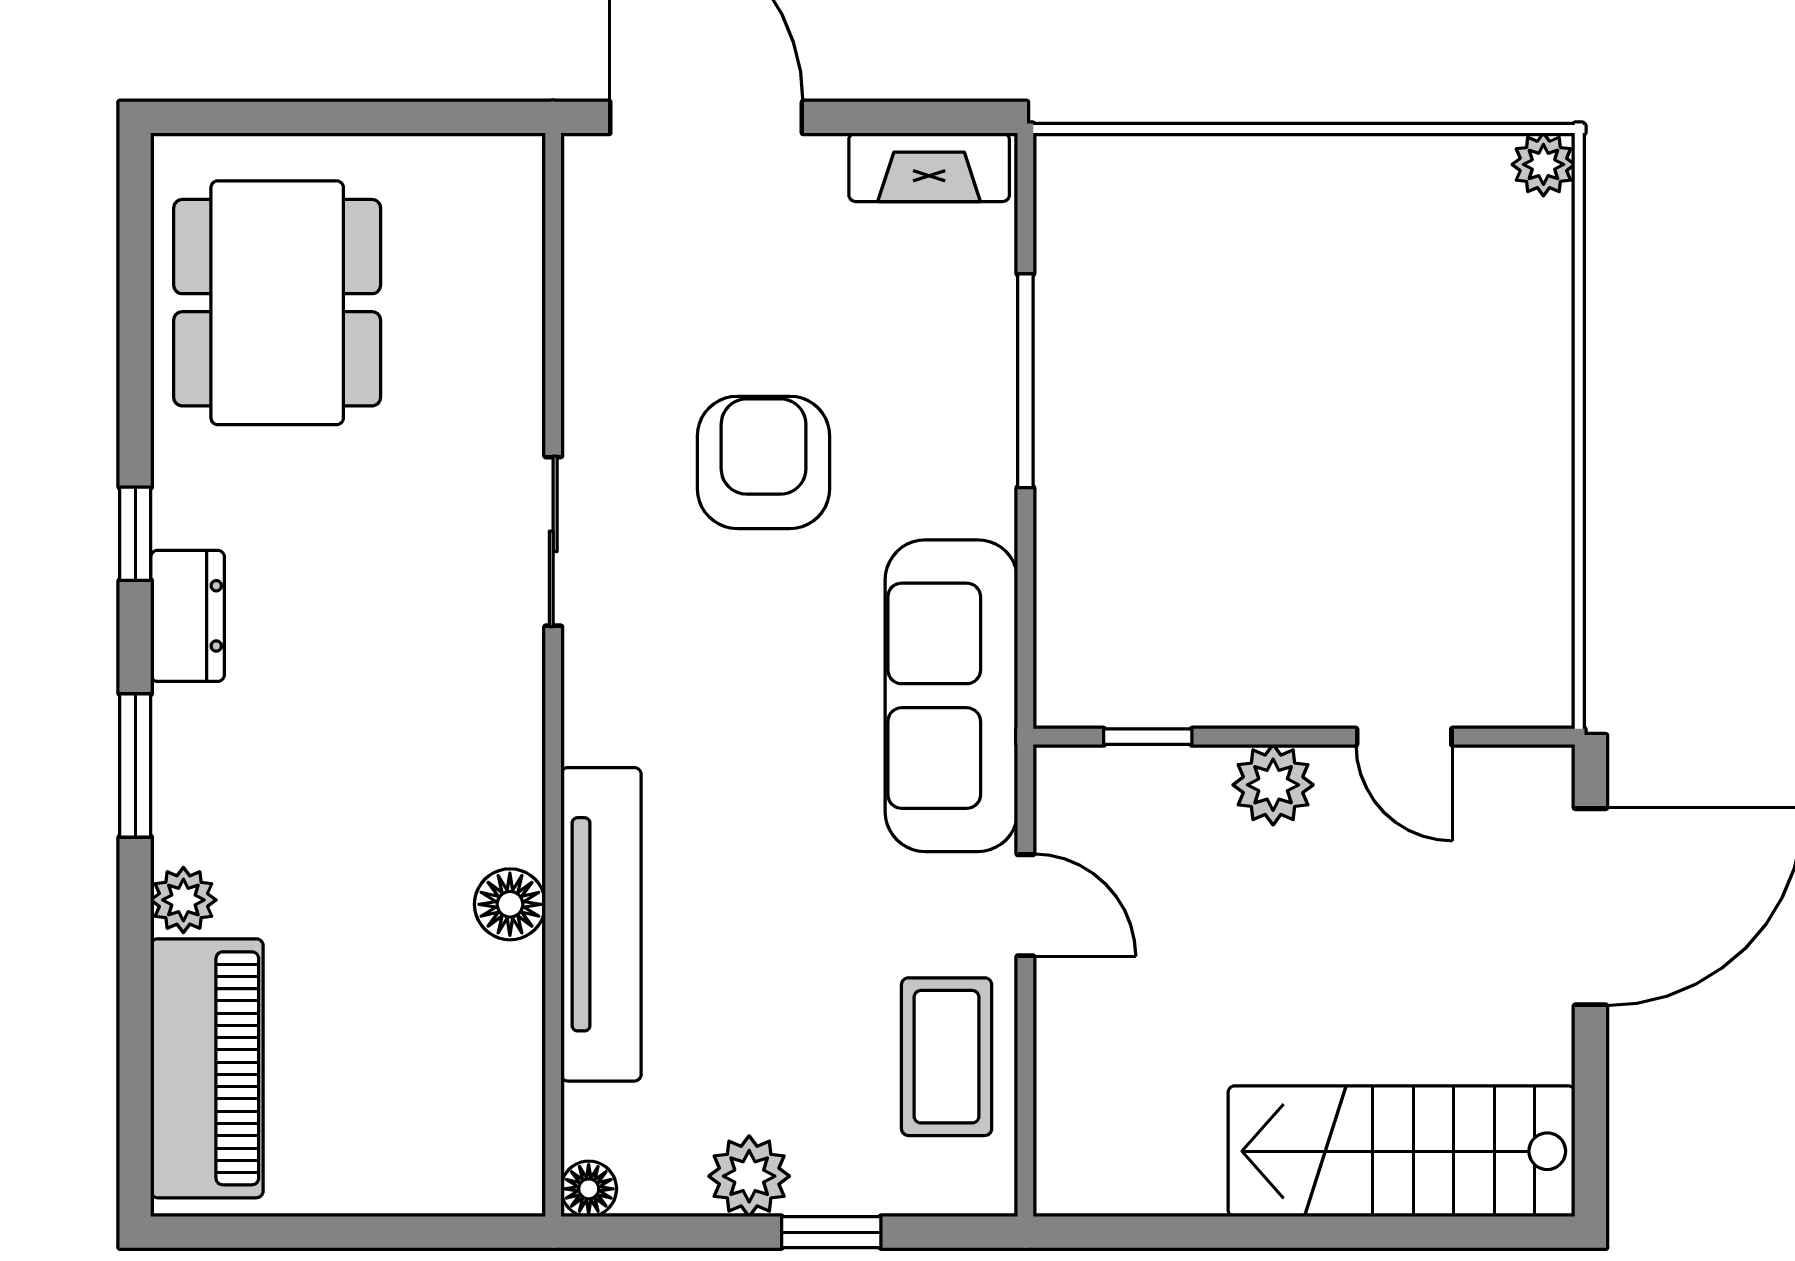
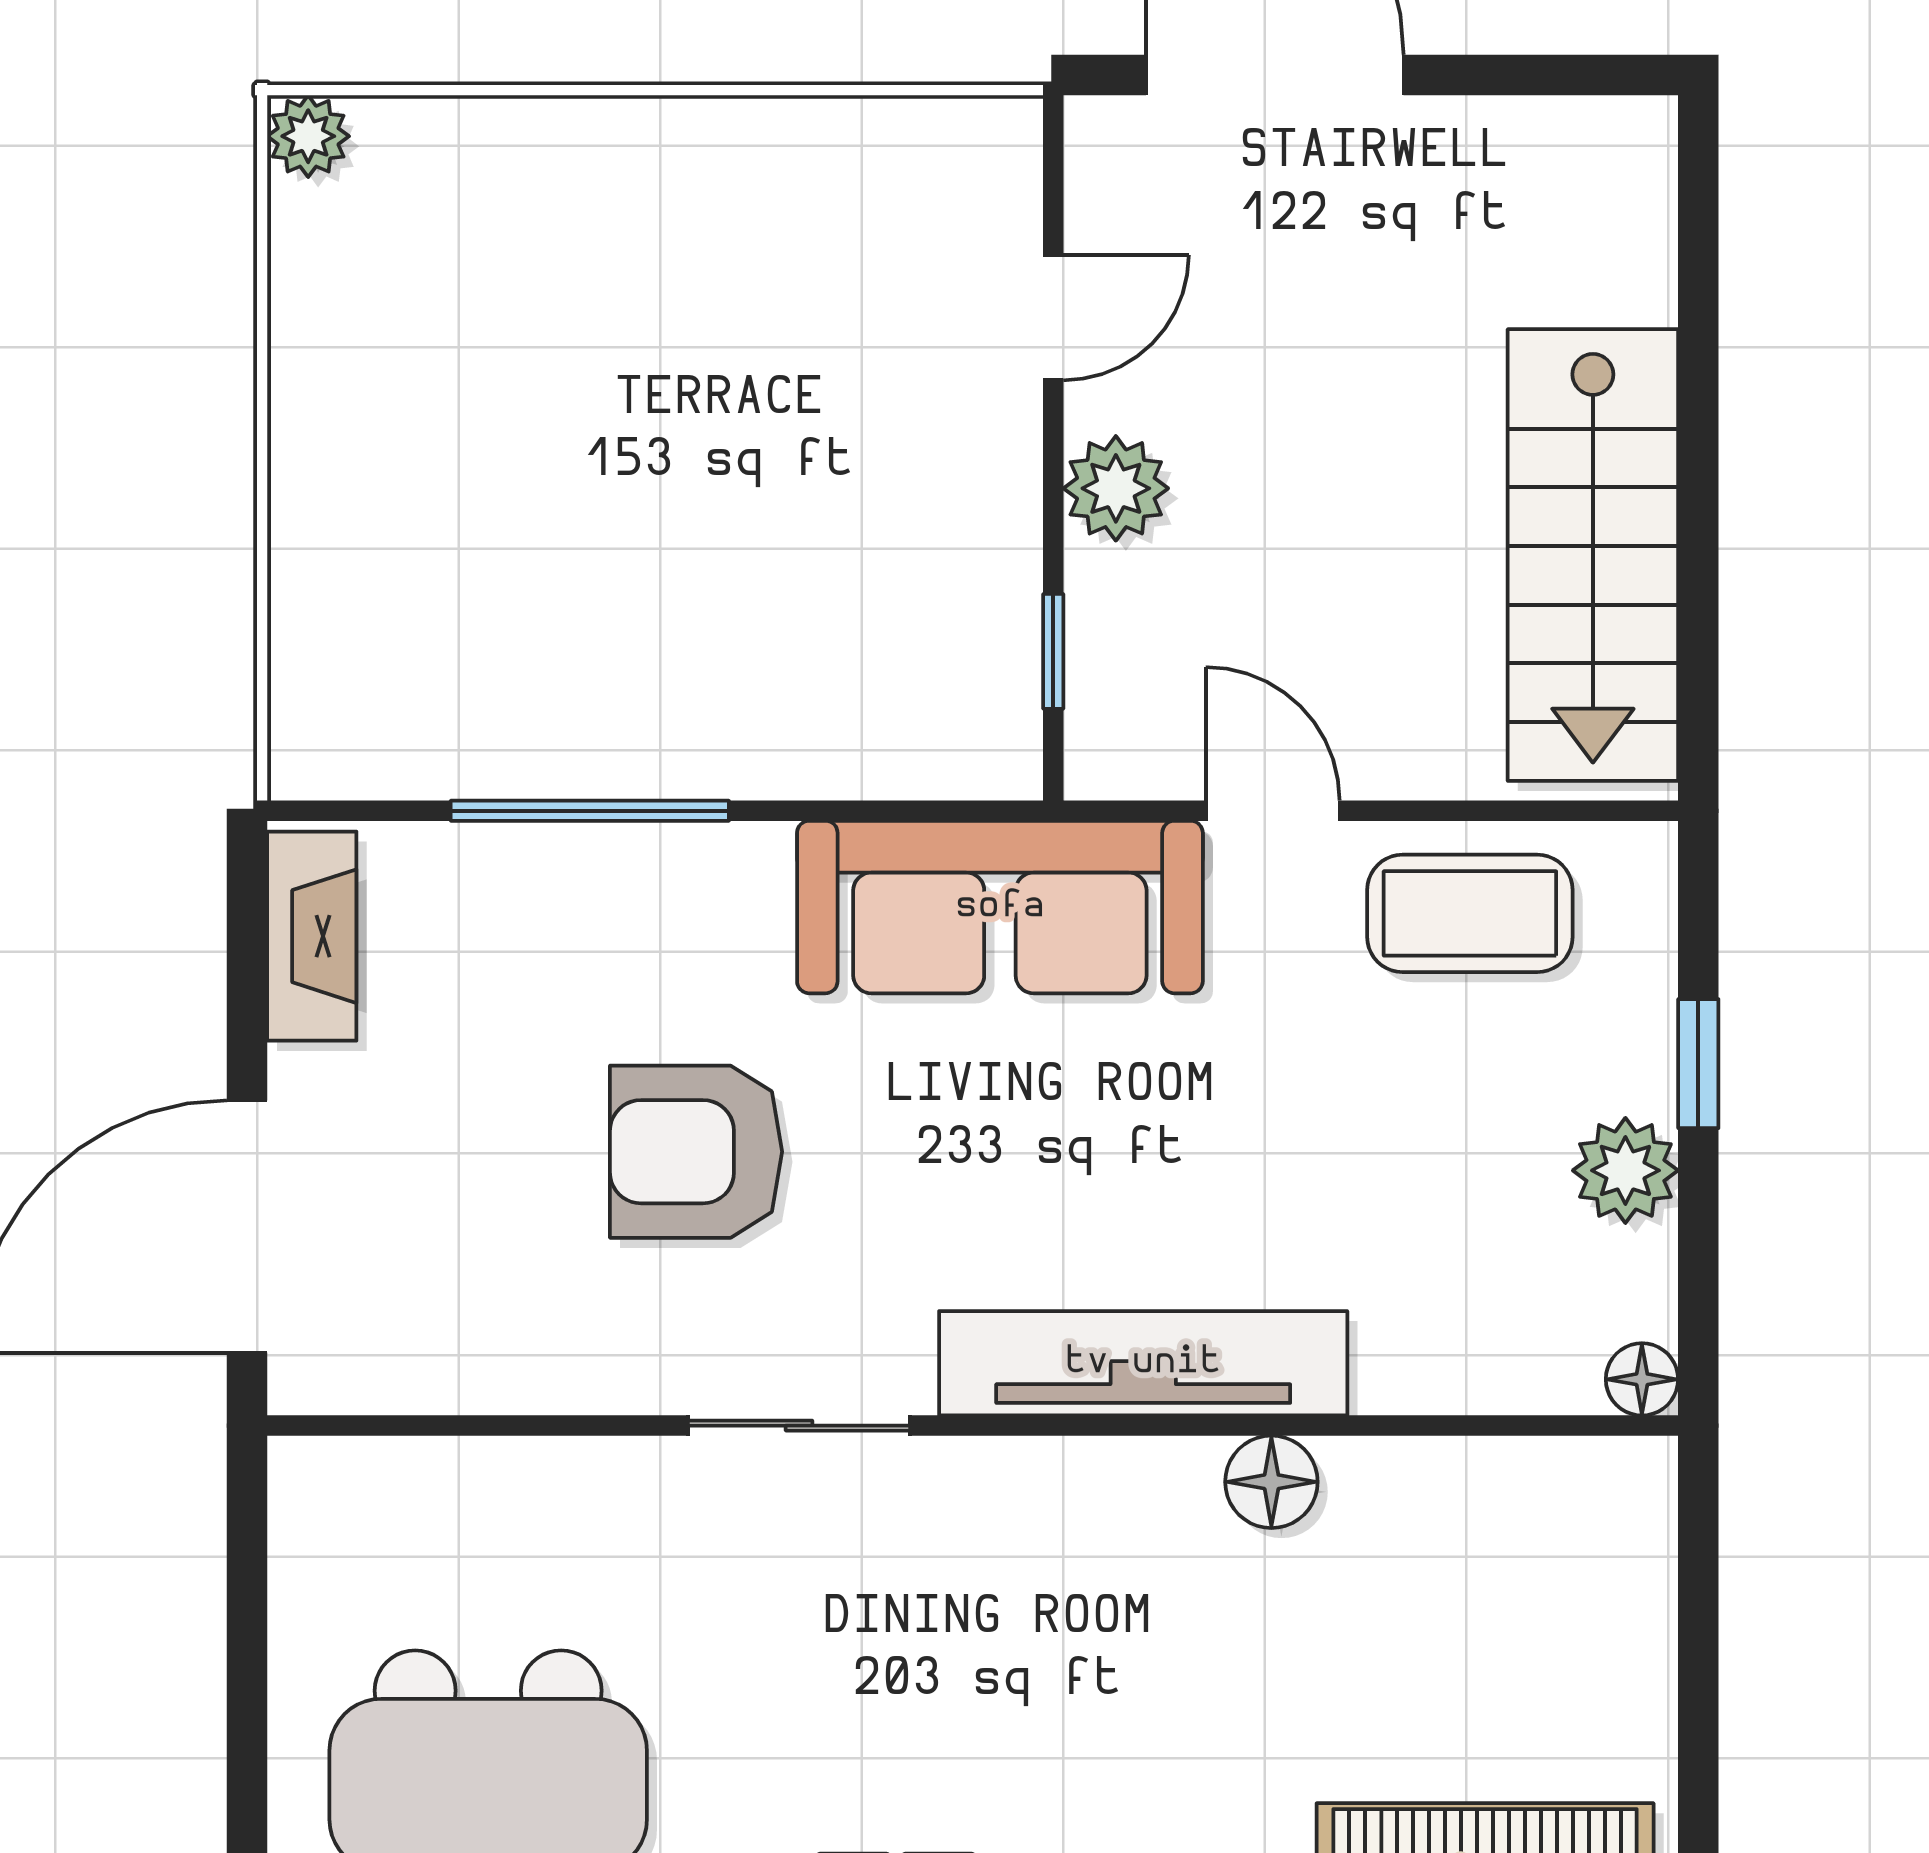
door: (1025, 905) -> (1273, 811), hinge flipped
tv unit: (601, 924) -> (1143, 1363), moved
stairs: (1402, 1151) -> (1593, 555), moved

